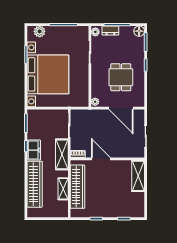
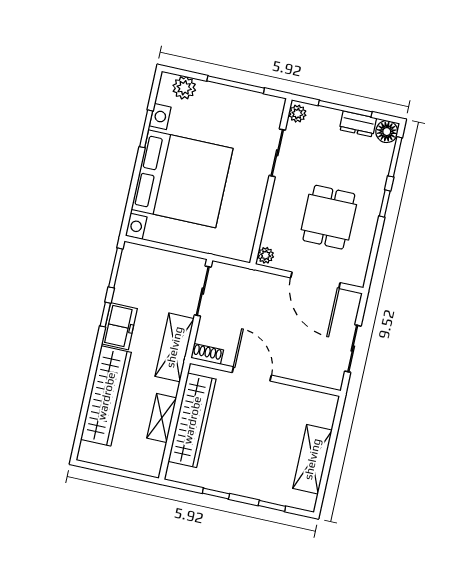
dresser: (110, 31) -> (358, 124), moved
shelving: (138, 176) -> (312, 459), moved

